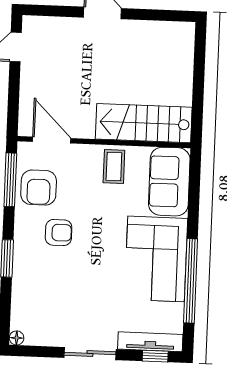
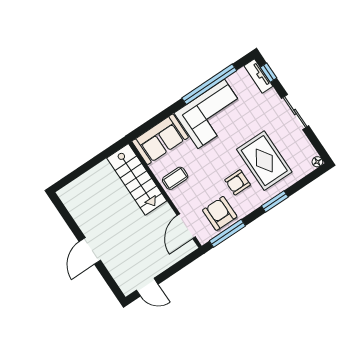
armchair: (39, 188) -> (220, 213), turned -90
armchair: (59, 233) -> (238, 182), turned -90
rug: (61, 280) -> (264, 161), added
tv unit: (150, 342) -> (258, 76), width x0.71

